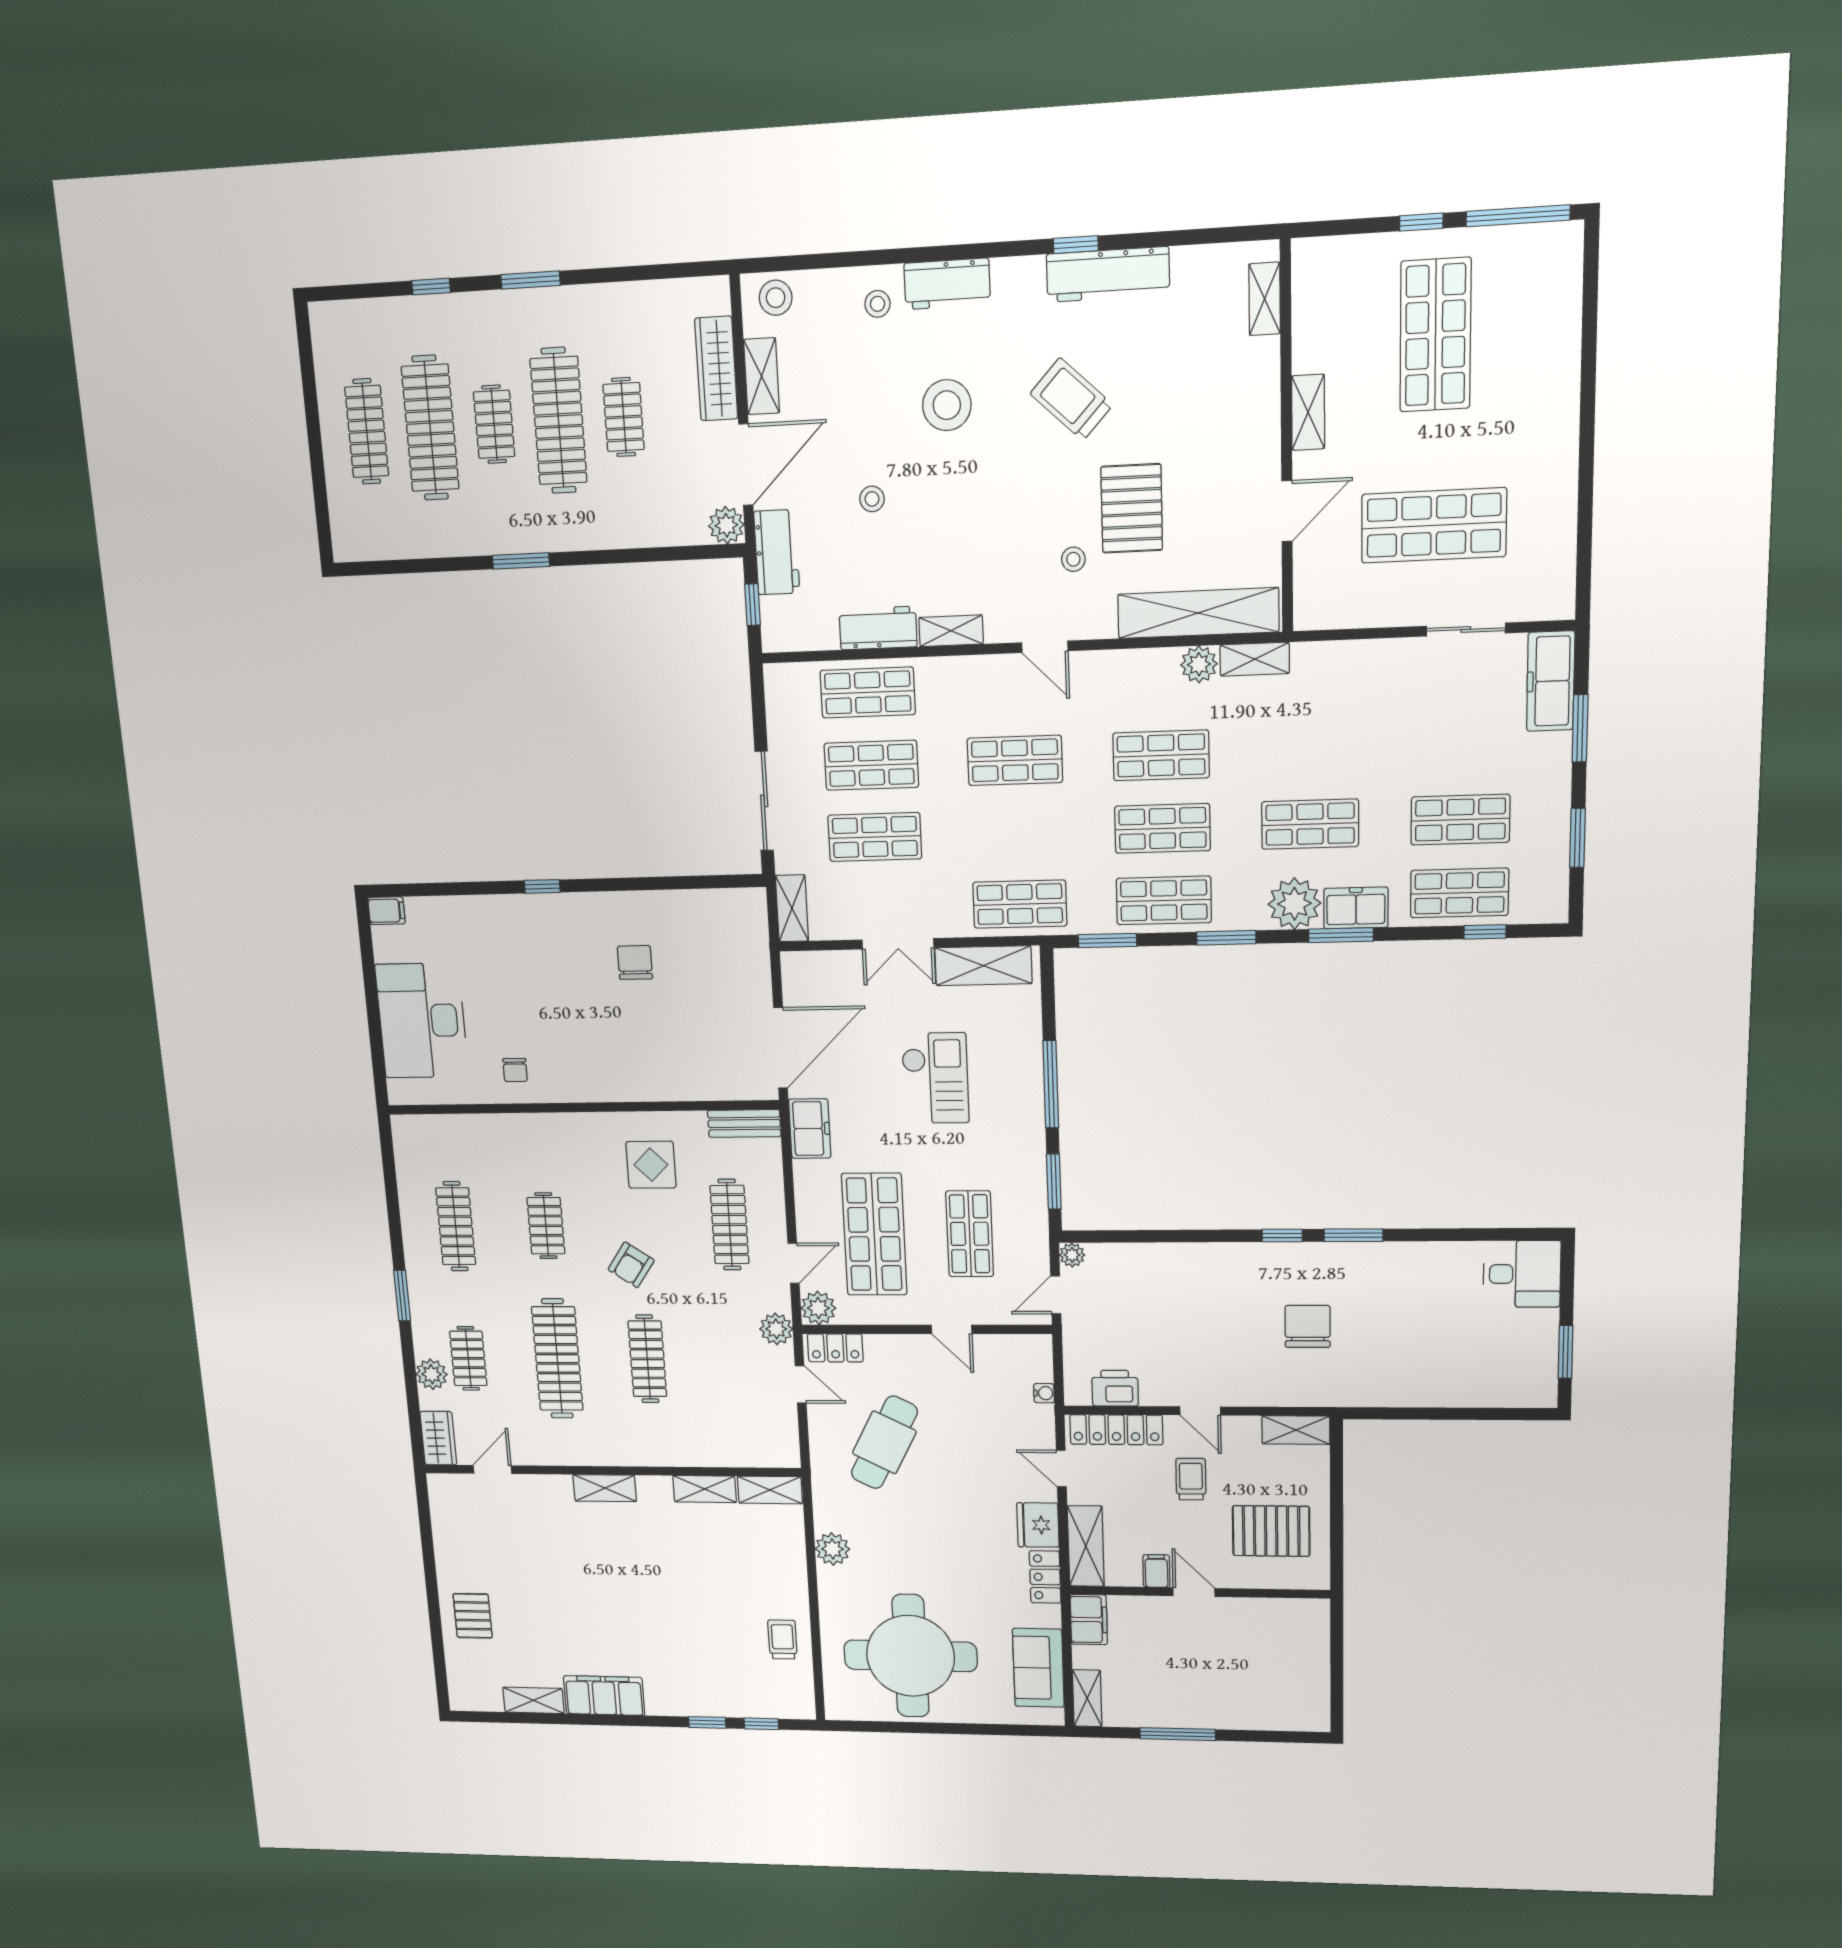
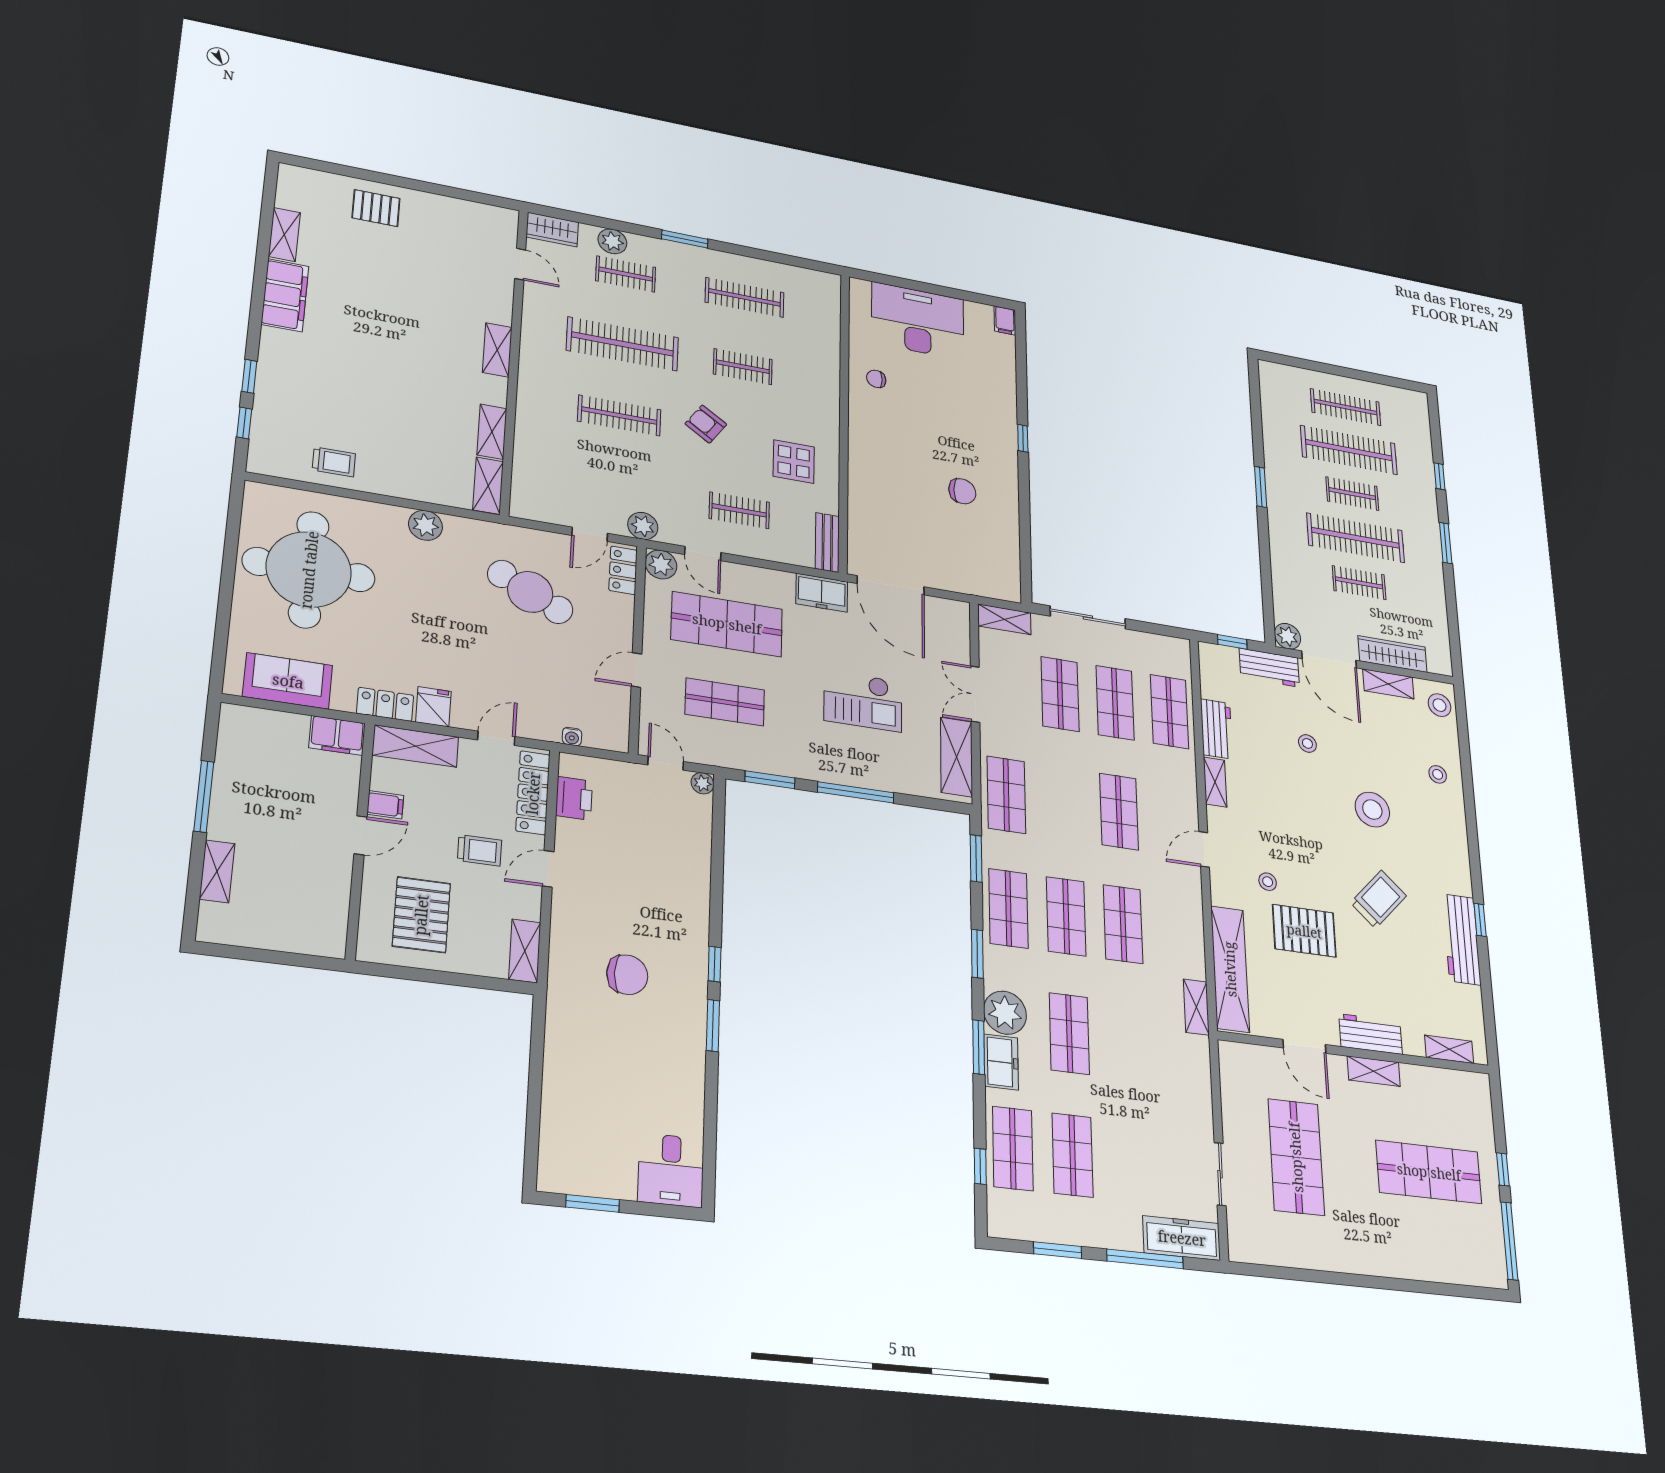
workbench: (947, 284) -> (1371, 1034), moved, turned 90
plant: (1199, 664) -> (1192, 964), removed
window: (1580, 728) -> (1145, 1259), width x1.44
clothes rail: (729, 1225) -> (739, 510), width x0.73
fridge: (1038, 1525) -> (433, 707), width x0.72
shelving: (1087, 1698) -> (217, 871), moved, turned 90

